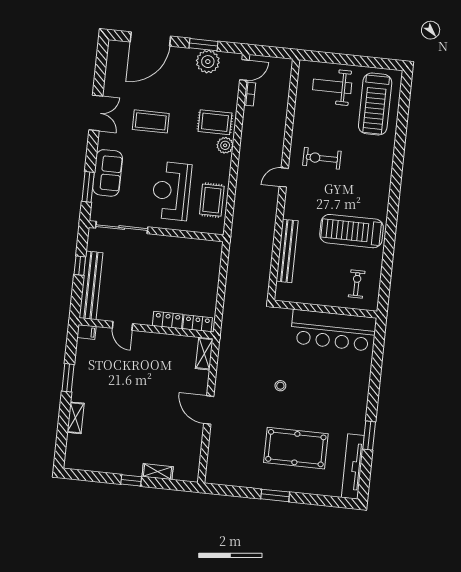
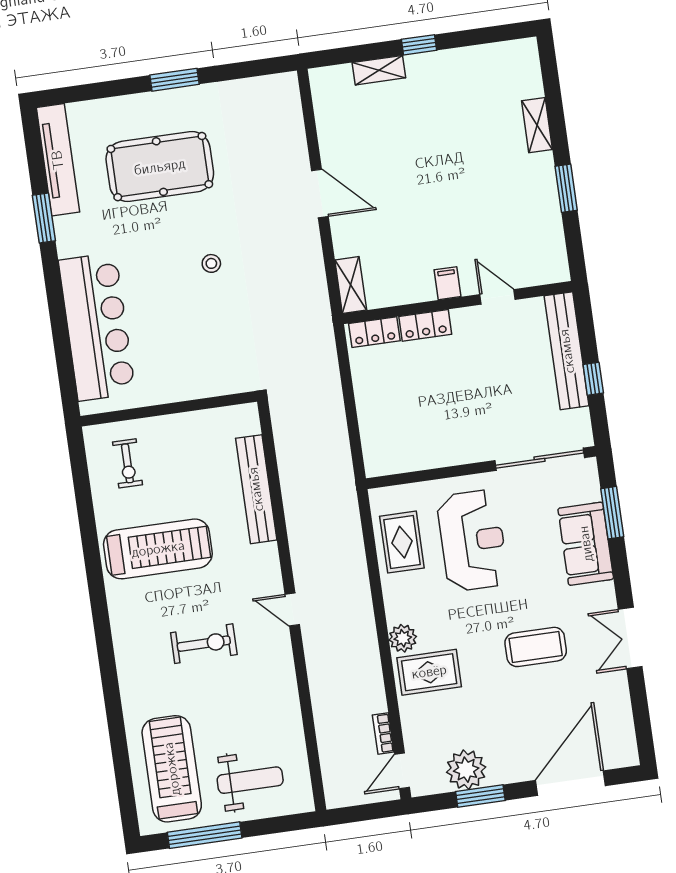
window: (366, 62) -> (205, 835), added
exercise bike: (322, 158) -> (204, 644), moved
door: (284, 177) -> (292, 609), swing flipped
bar counter: (333, 330) -> (97, 327), moved, turned 90
filing cabinet: (87, 332) -> (448, 283), moved, turned 90

